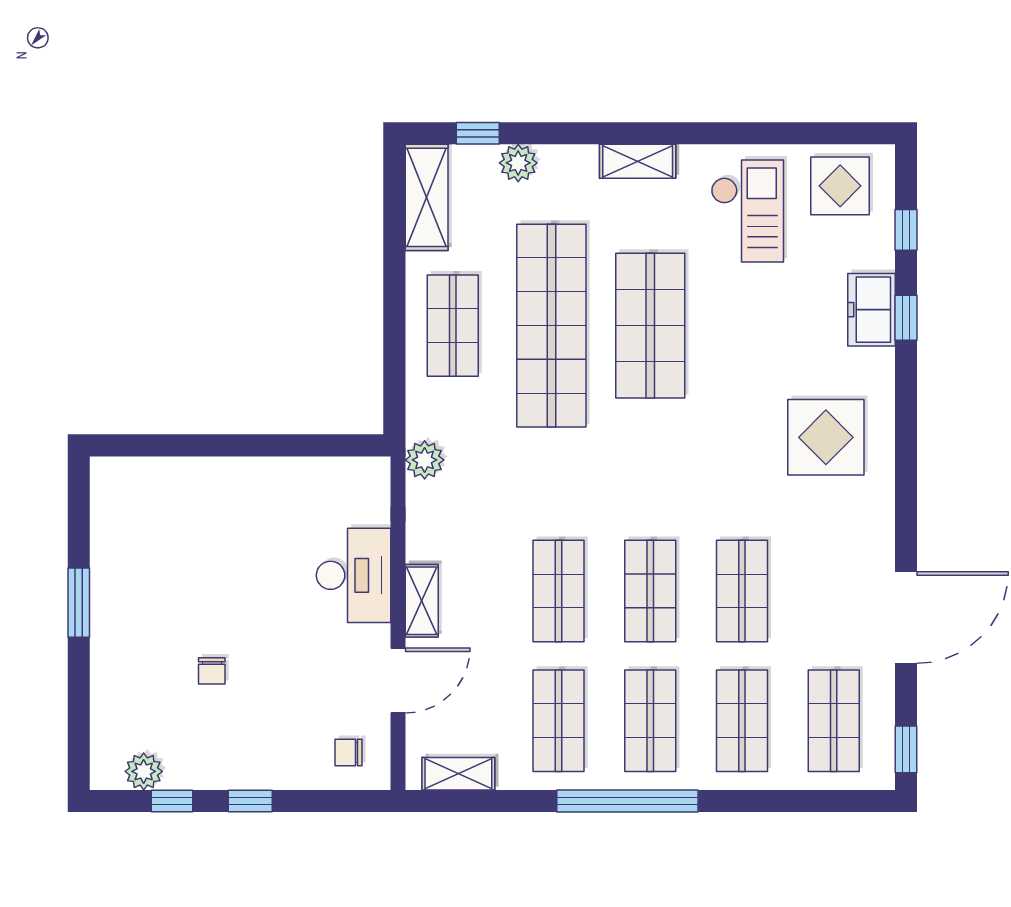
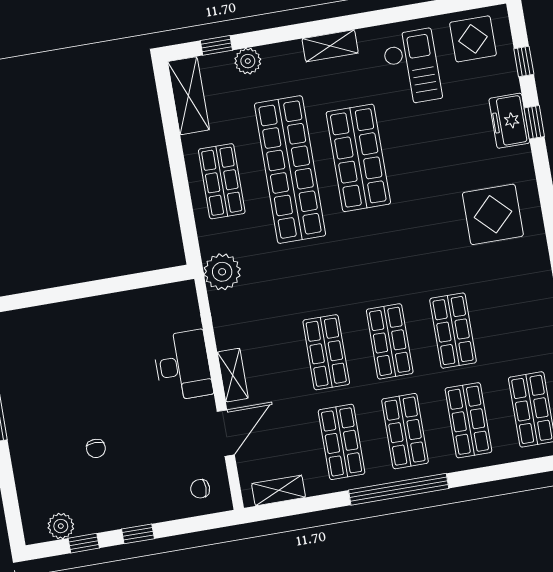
plant: (425, 460) -> (222, 272), width x1.36, depth x1.36

